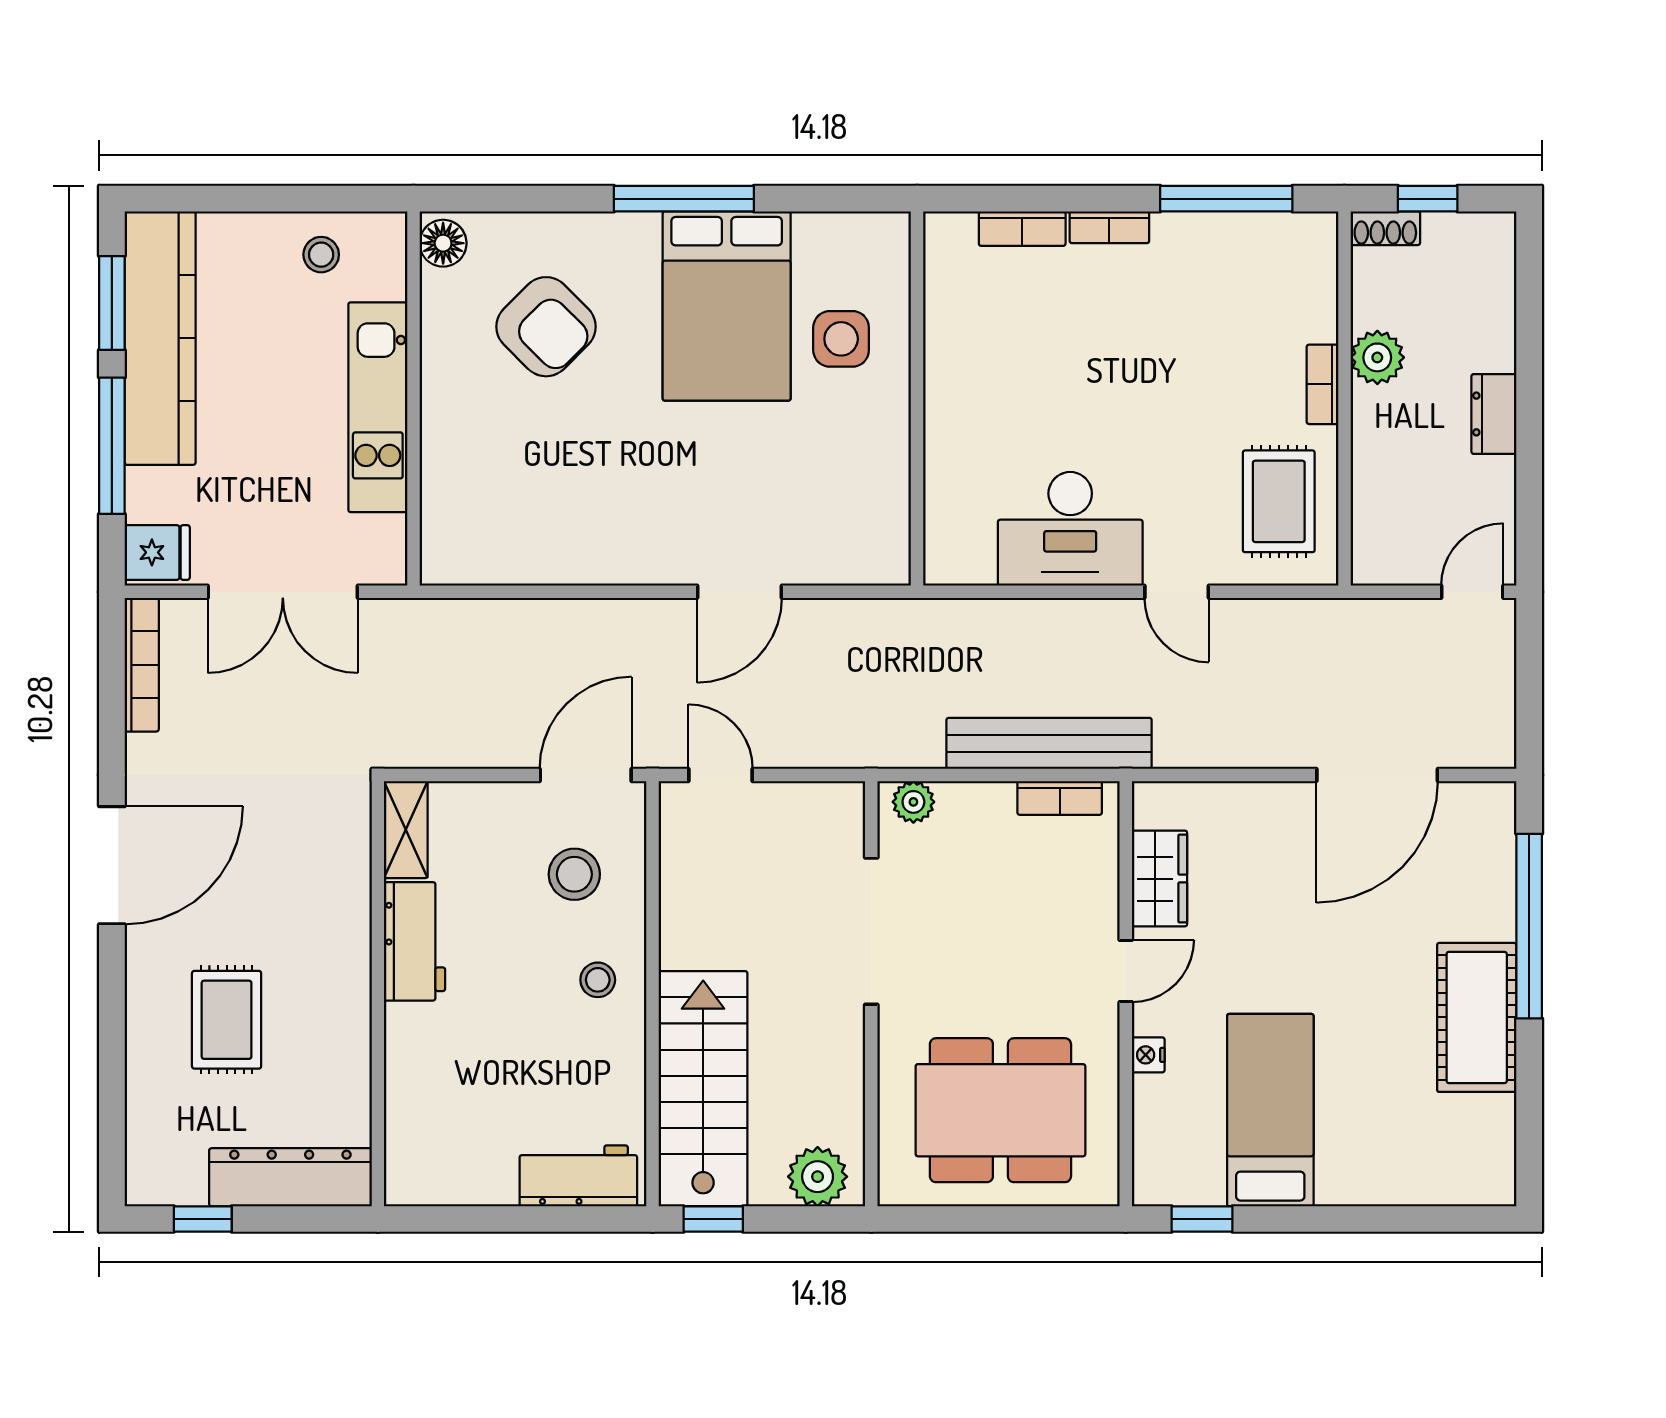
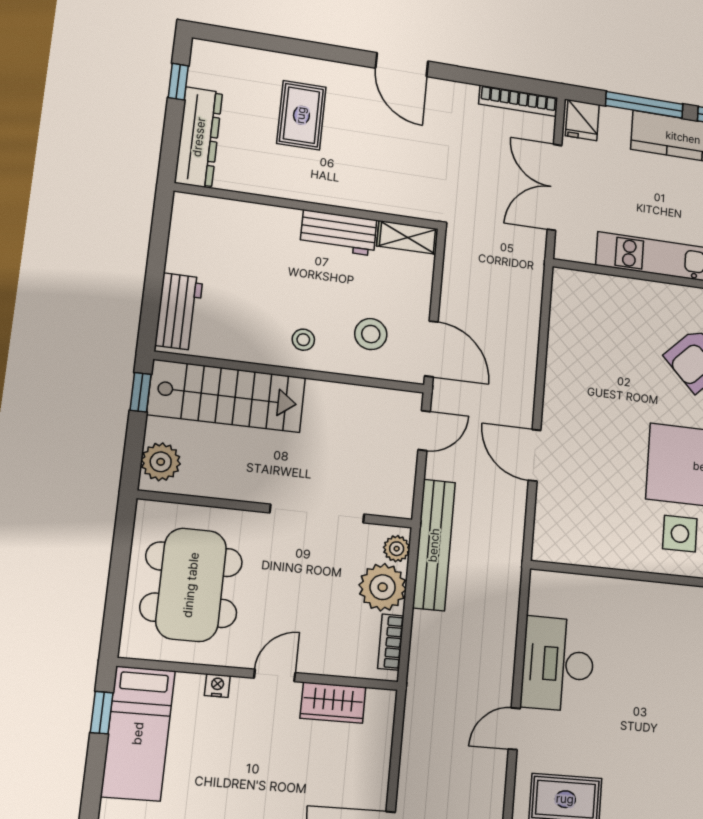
bench: (1049, 743) -> (434, 545), moved
plant: (976, 818) -> (383, 587), added
door: (112, 865) -> (402, 65), width x0.73
door: (1126, 971) -> (275, 675), swing flipped
rug: (227, 1020) -> (301, 115), turned 90
bed: (1270, 1110) -> (138, 733), moved, turned 90

